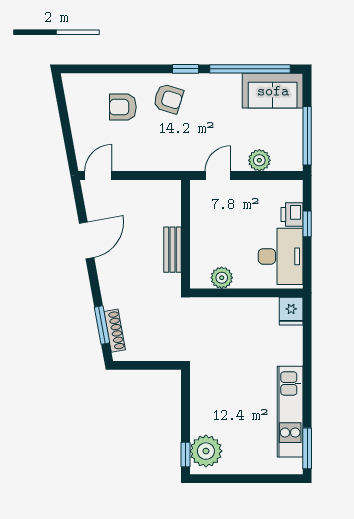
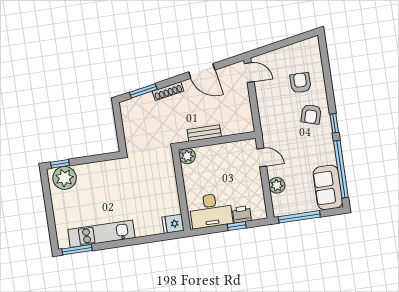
plant: (222, 278) -> (187, 156), moved
shoe rack: (115, 331) -> (168, 91), moved

